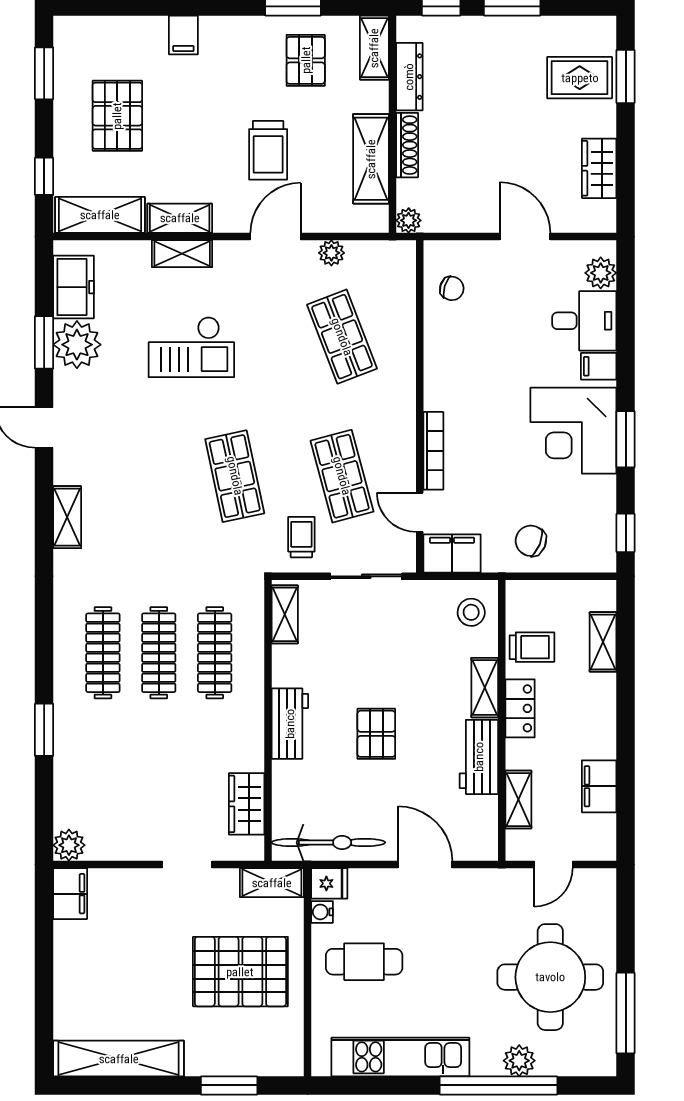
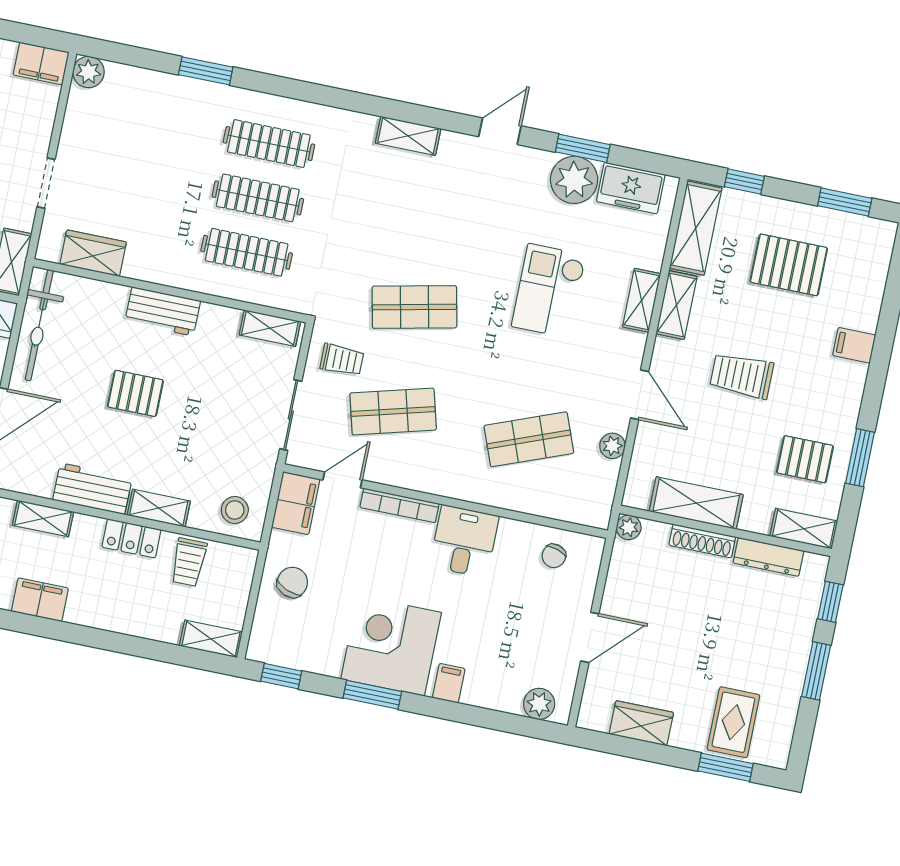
trolley: (268, 150) -> (742, 376), moved
desk: (584, 321) -> (464, 541), moved, turned 180
shelving: (603, 642) -> (211, 639), moved

